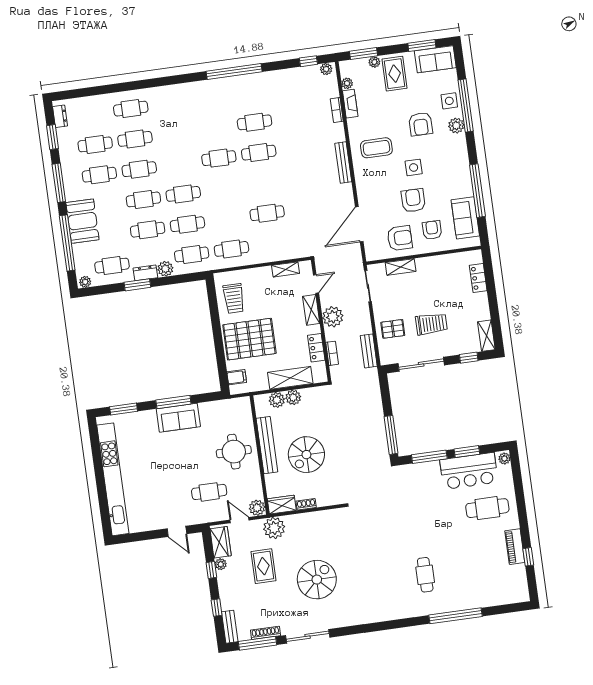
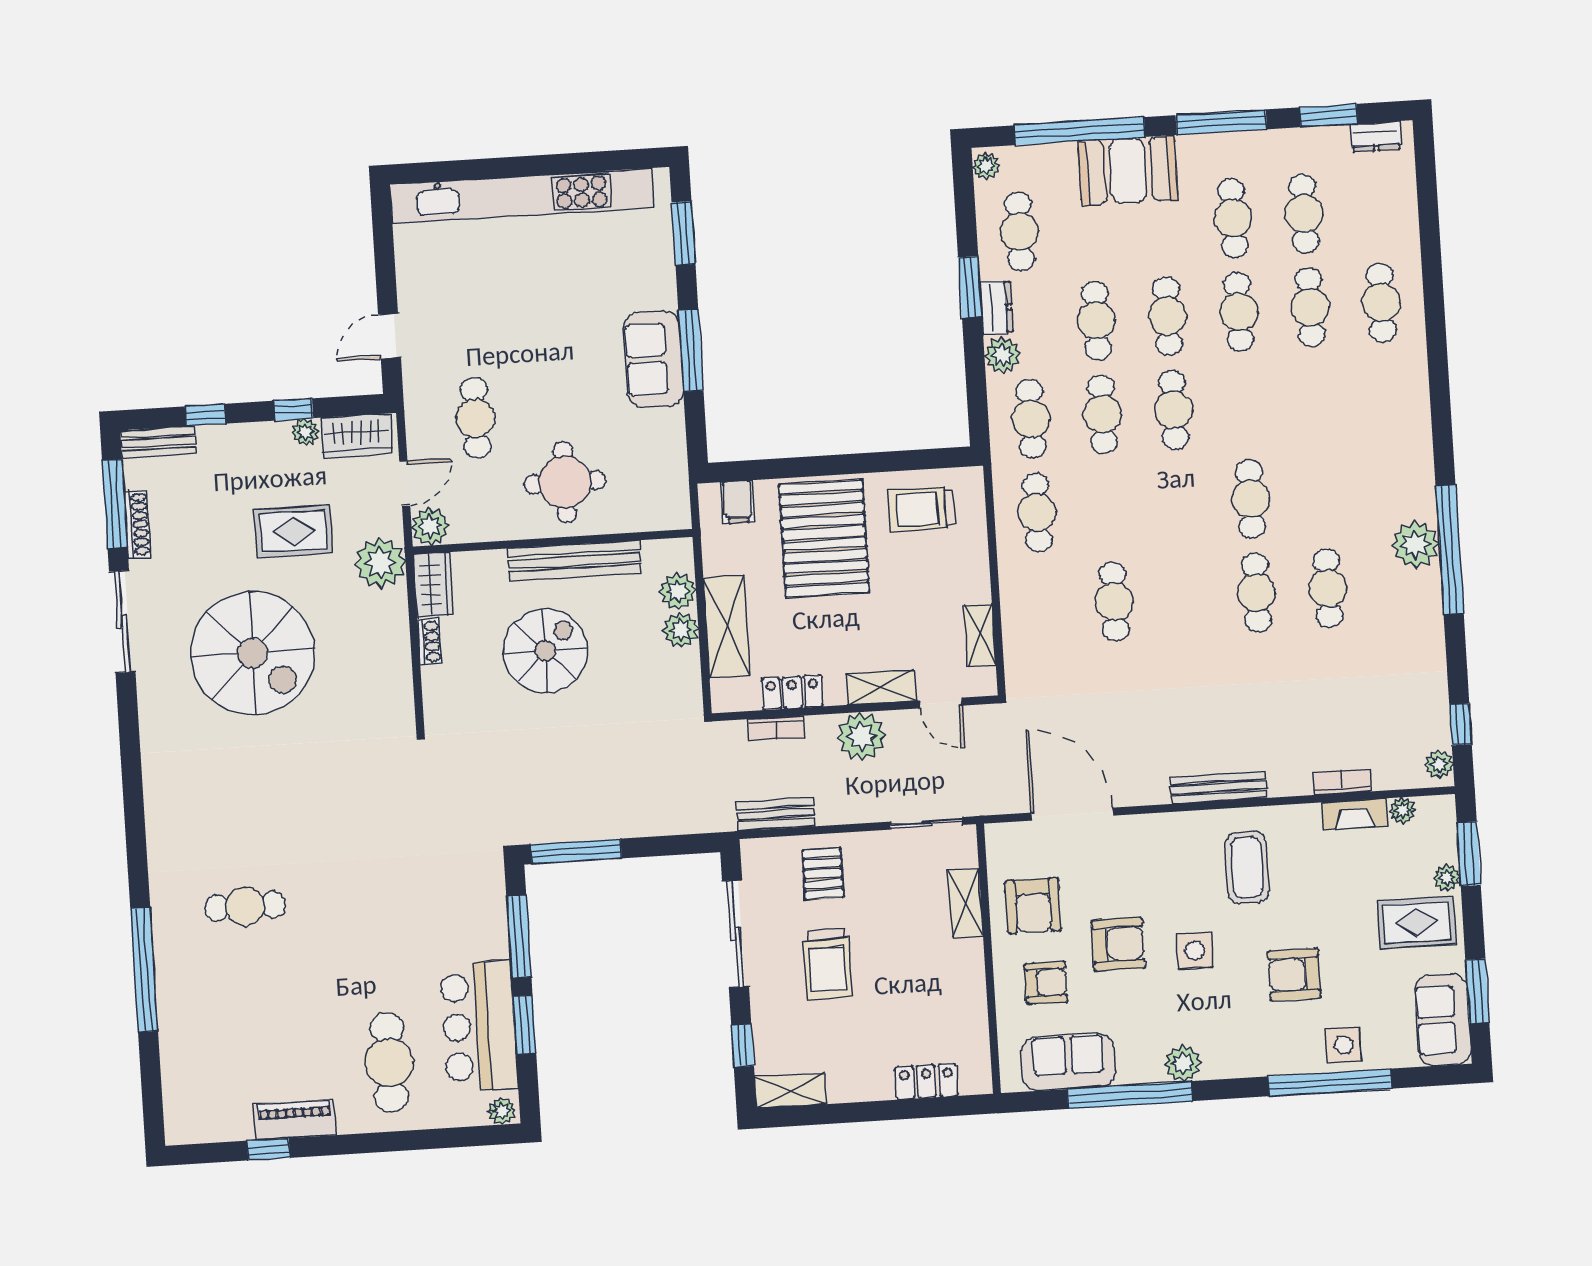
plant: (233, 86) -> (1415, 545), added
plant: (456, 126) -> (1183, 1063), moved
spiral stairs: (306, 455) -> (545, 651), turned 90
spiral stairs: (317, 580) -> (253, 653), width x1.37, depth x1.37

